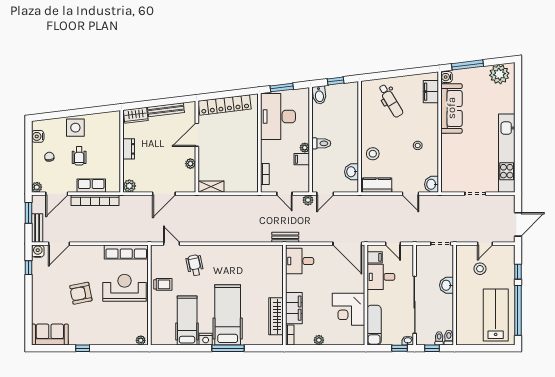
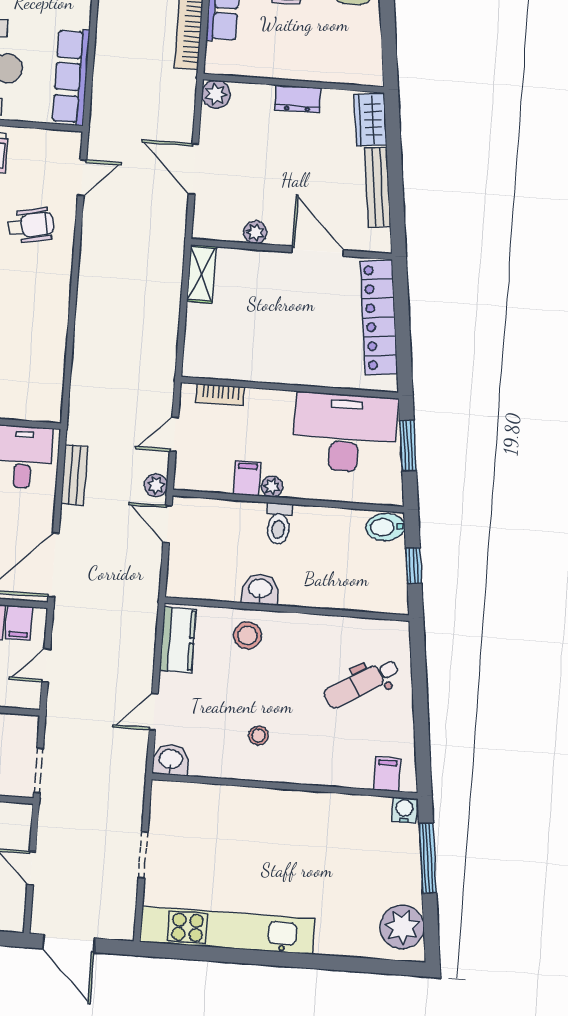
filing cabinet: (431, 92) -> (387, 774), width x0.50
sofa: (451, 108) -> (334, 816), removed
washbasin: (351, 172) -> (260, 589), moved
bench: (285, 237) -> (74, 475), moved

